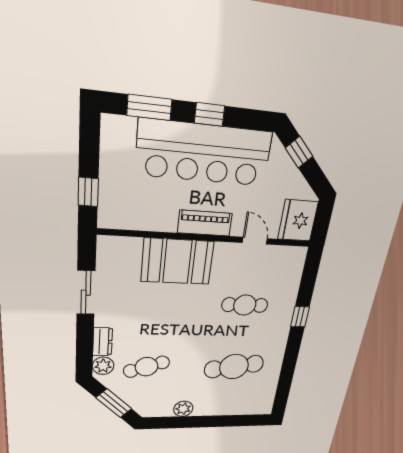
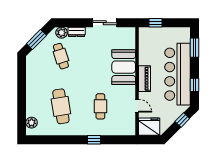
window: (210, 114) -> (194, 85), moved
door: (255, 241) -> (137, 106), hinge flipped
plant: (183, 409) -> (32, 123), moved

